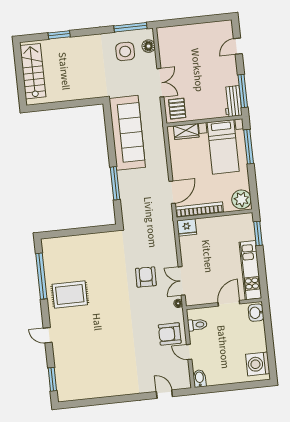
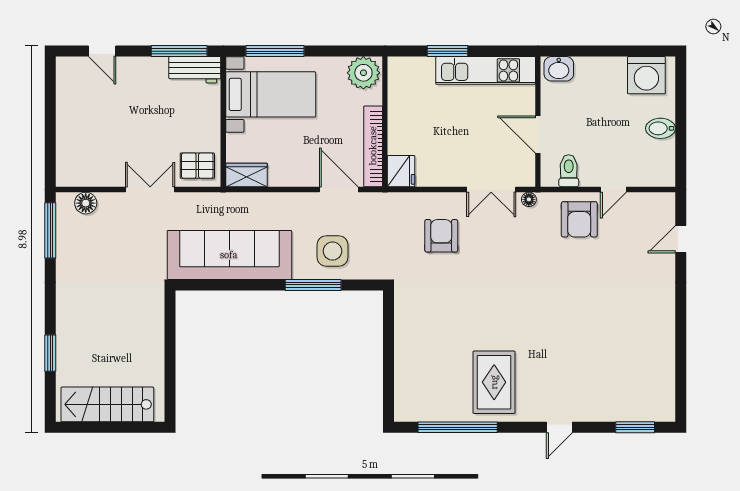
side table: (125, 51) -> (333, 251), moved
wardrobe: (186, 131) -> (246, 175), moved, turned -90
window: (258, 233) -> (447, 51), moved
armchair: (146, 277) -> (441, 236), moved, turned 89
door: (229, 303) -> (538, 134), moved
bidet: (200, 378) -> (660, 128), moved

